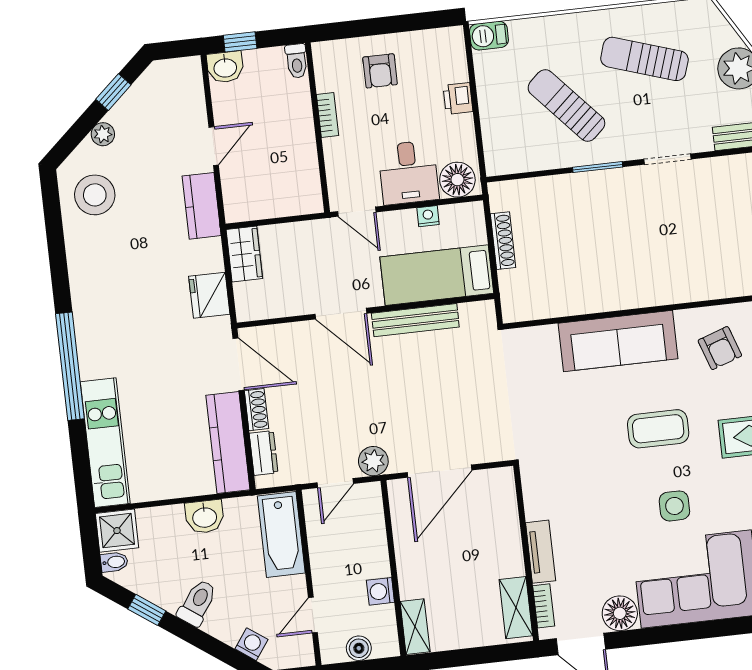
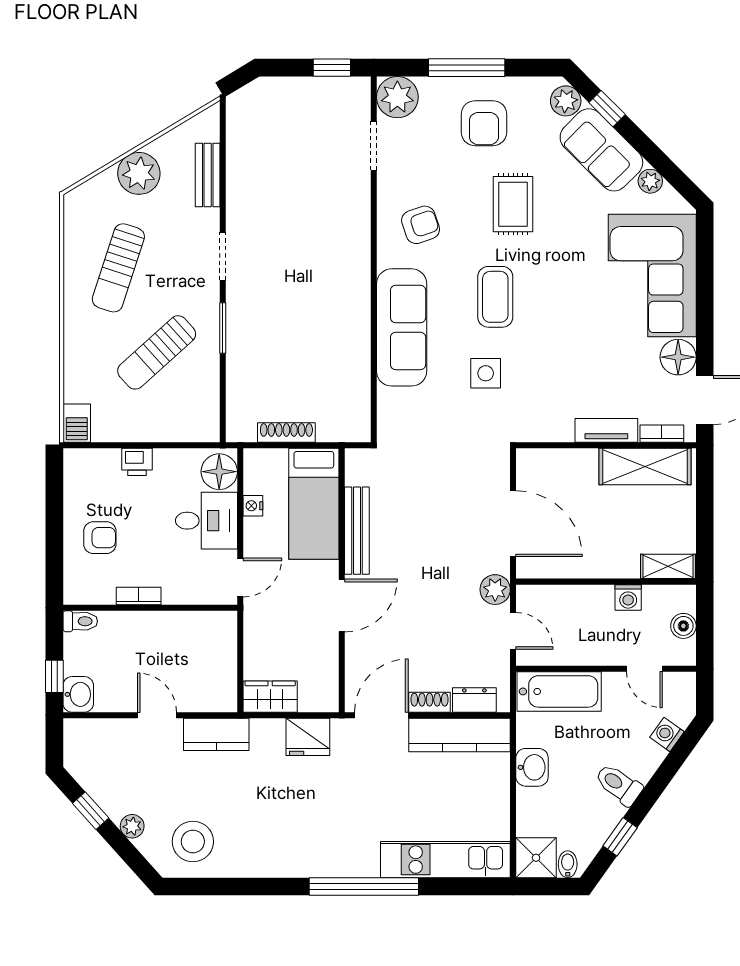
side table: (674, 506) -> (486, 373), moved
shelving: (516, 608) -> (645, 466), width x1.50, depth x1.33

